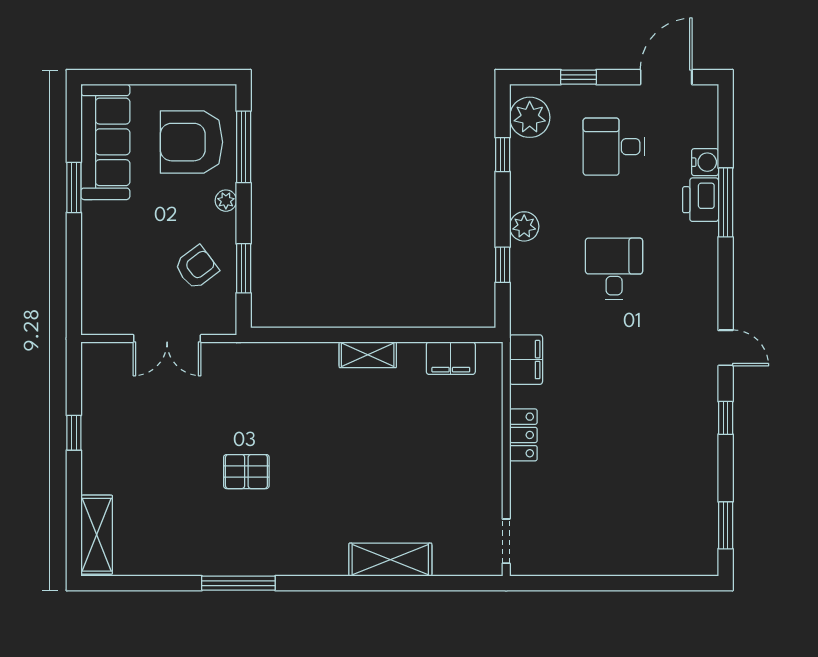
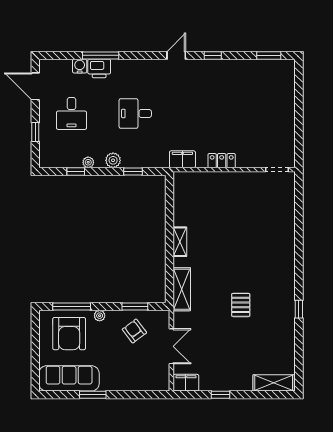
plant: (530, 117) -> (88, 162), moved, width x0.53, depth x0.53
filing cabinet: (451, 358) -> (186, 383), moved, turned -90
shelving: (390, 560) -> (182, 289), moved
window: (238, 583) -> (299, 309), width x0.46

